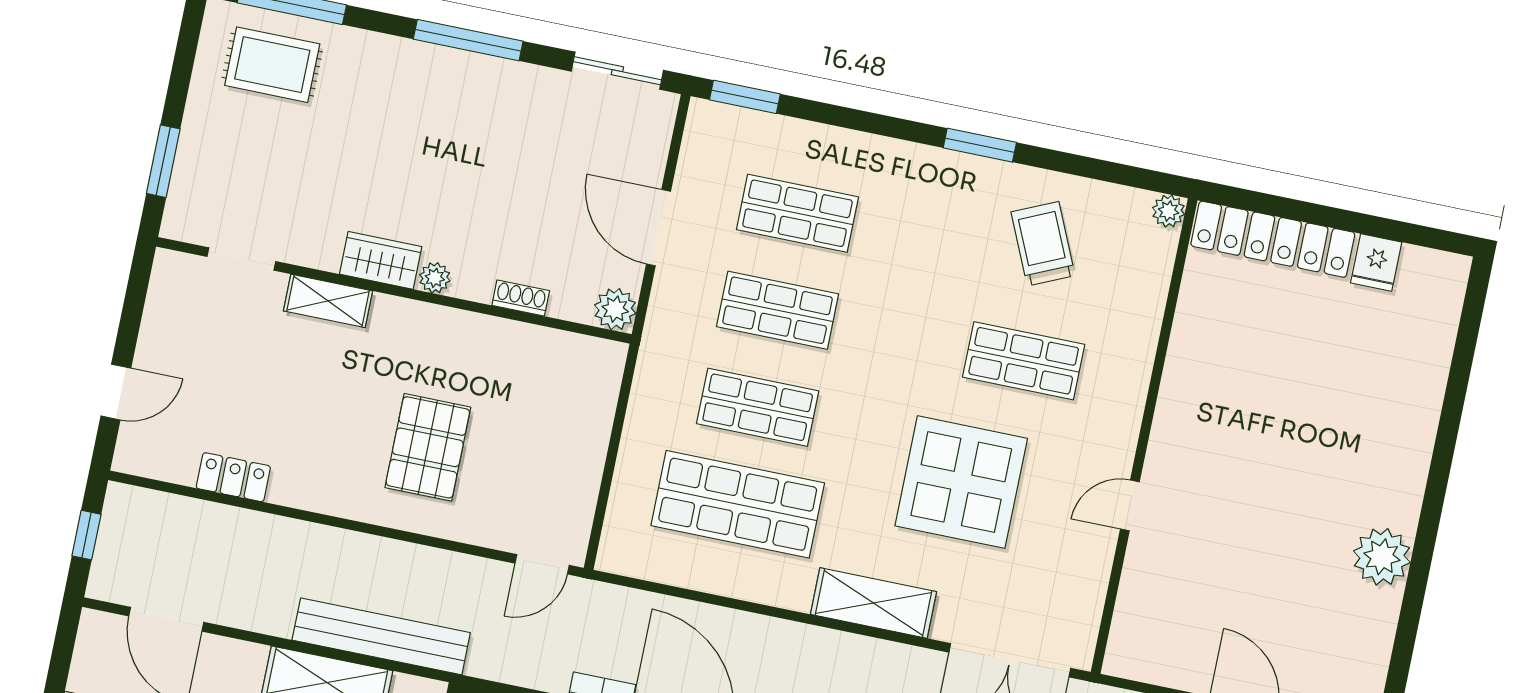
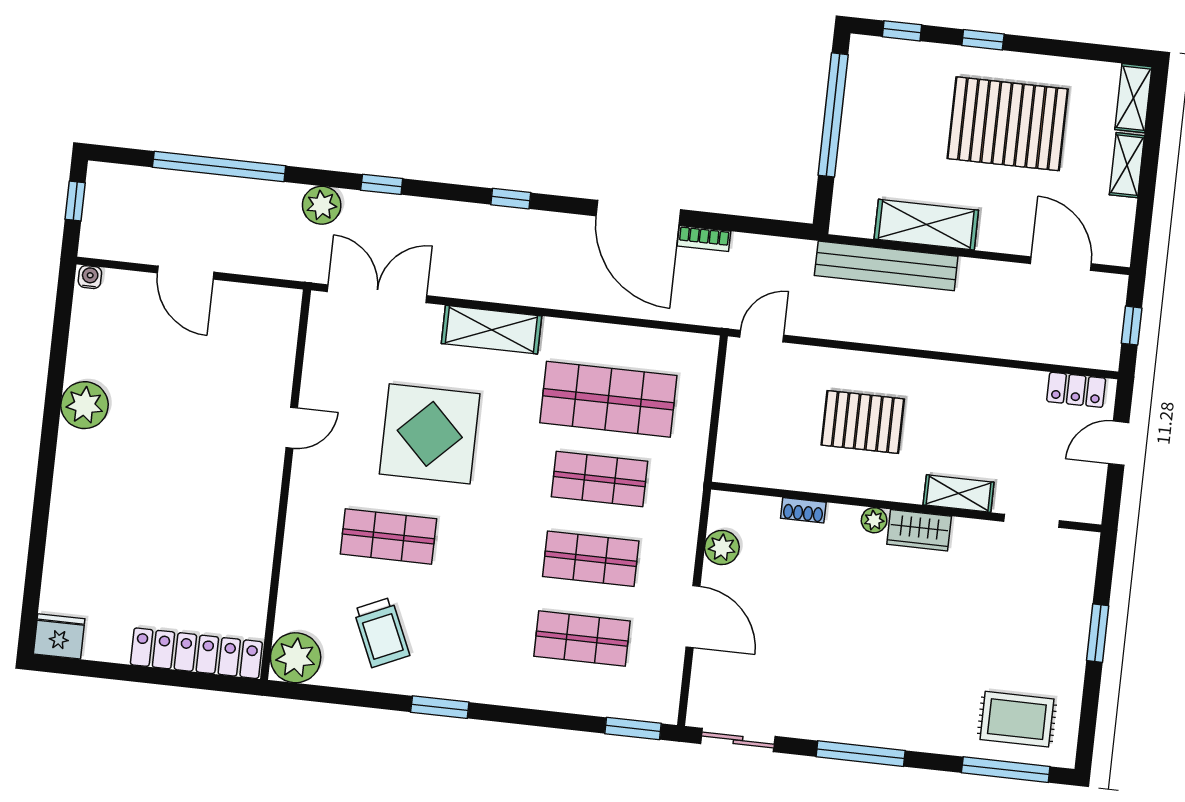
plant: (1169, 211) -> (296, 658), width x1.88, depth x1.88
doorway: (241, 259) -> (1032, 521), moved
wardrobe: (381, 260) -> (919, 530), moved
fridge: (1376, 262) -> (59, 636), moved, width x1.38
plant: (435, 278) -> (874, 520), moved
wall: (394, 290) -> (906, 507), moved
shoe rack: (521, 298) -> (803, 510), moved
shelving: (328, 301) -> (959, 494), moved
pallet: (428, 447) -> (863, 422), turned 90
locker: (233, 477) -> (1076, 390), moved

